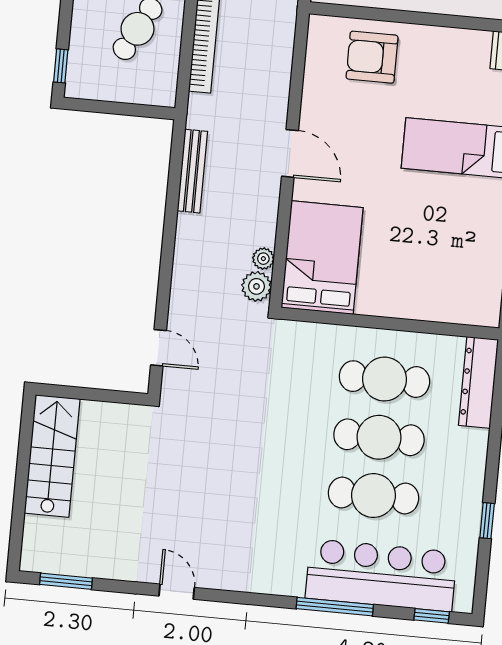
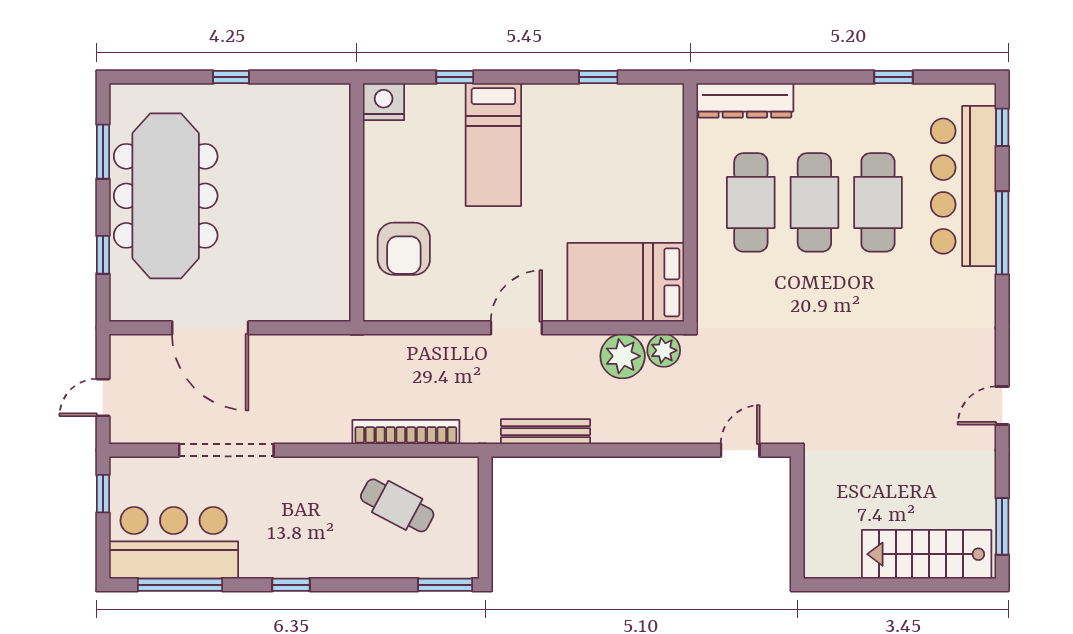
window: (61, 66) -> (445, 585), width x1.50
plant: (263, 259) -> (623, 356), width x1.88, depth x1.88
stairs: (52, 456) -> (927, 554), moved

